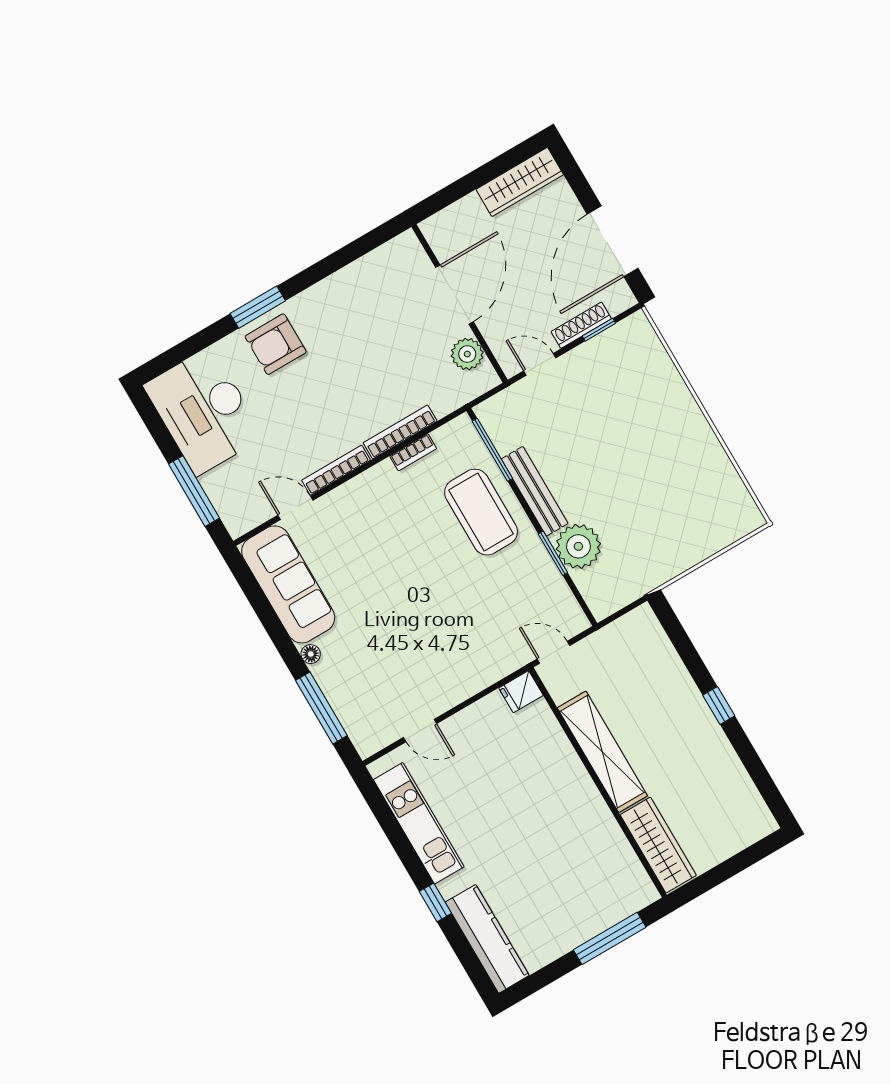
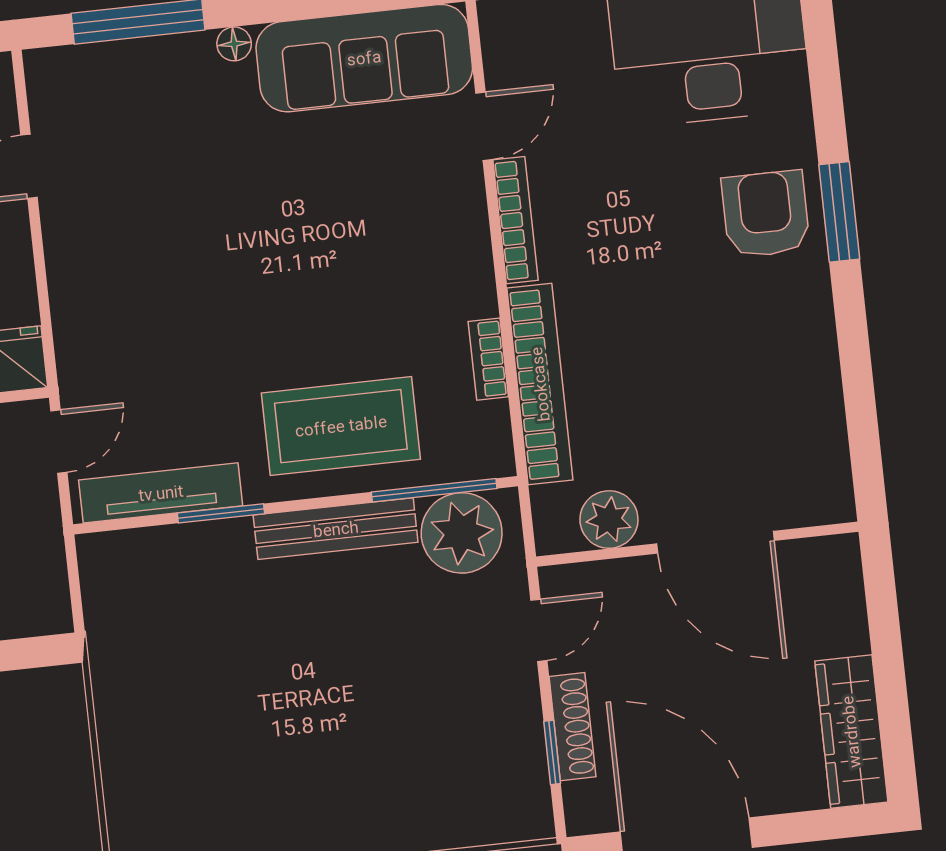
bookcase: (400, 432) -> (540, 384), width x1.48, depth x1.31
plant: (578, 546) -> (462, 533), moved
tv unit: (556, 589) -> (161, 493), added

